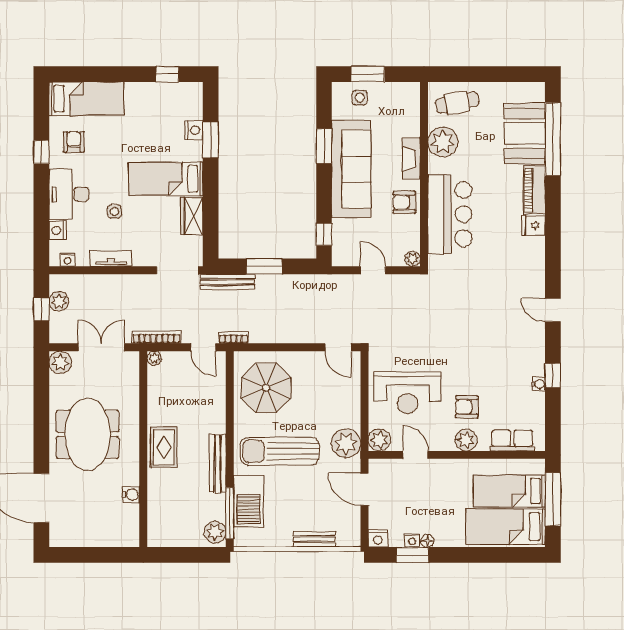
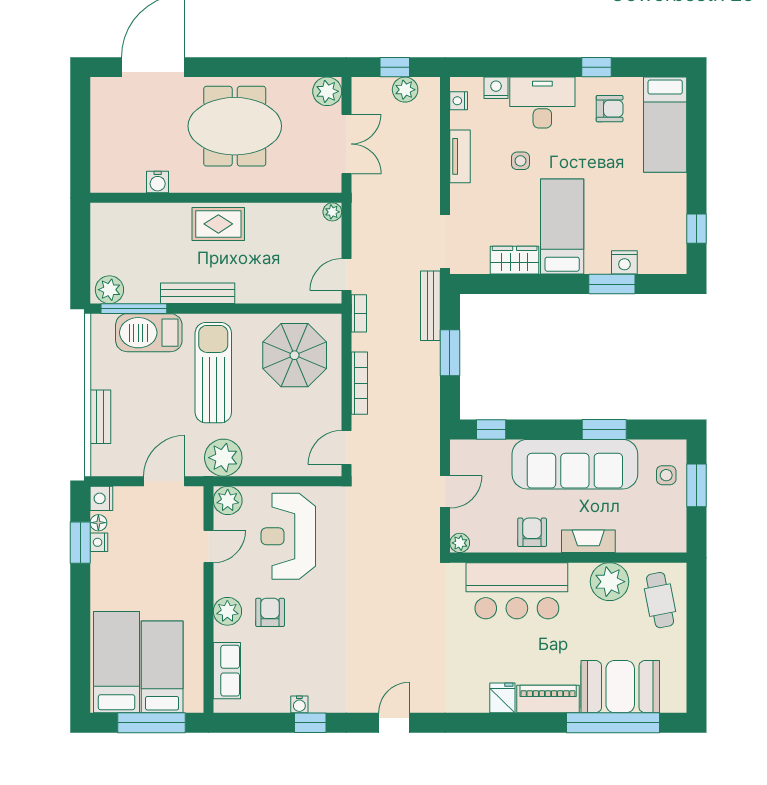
bookcase: (156, 337) -> (359, 383), moved
floor lamp: (427, 541) -> (98, 523), moved

